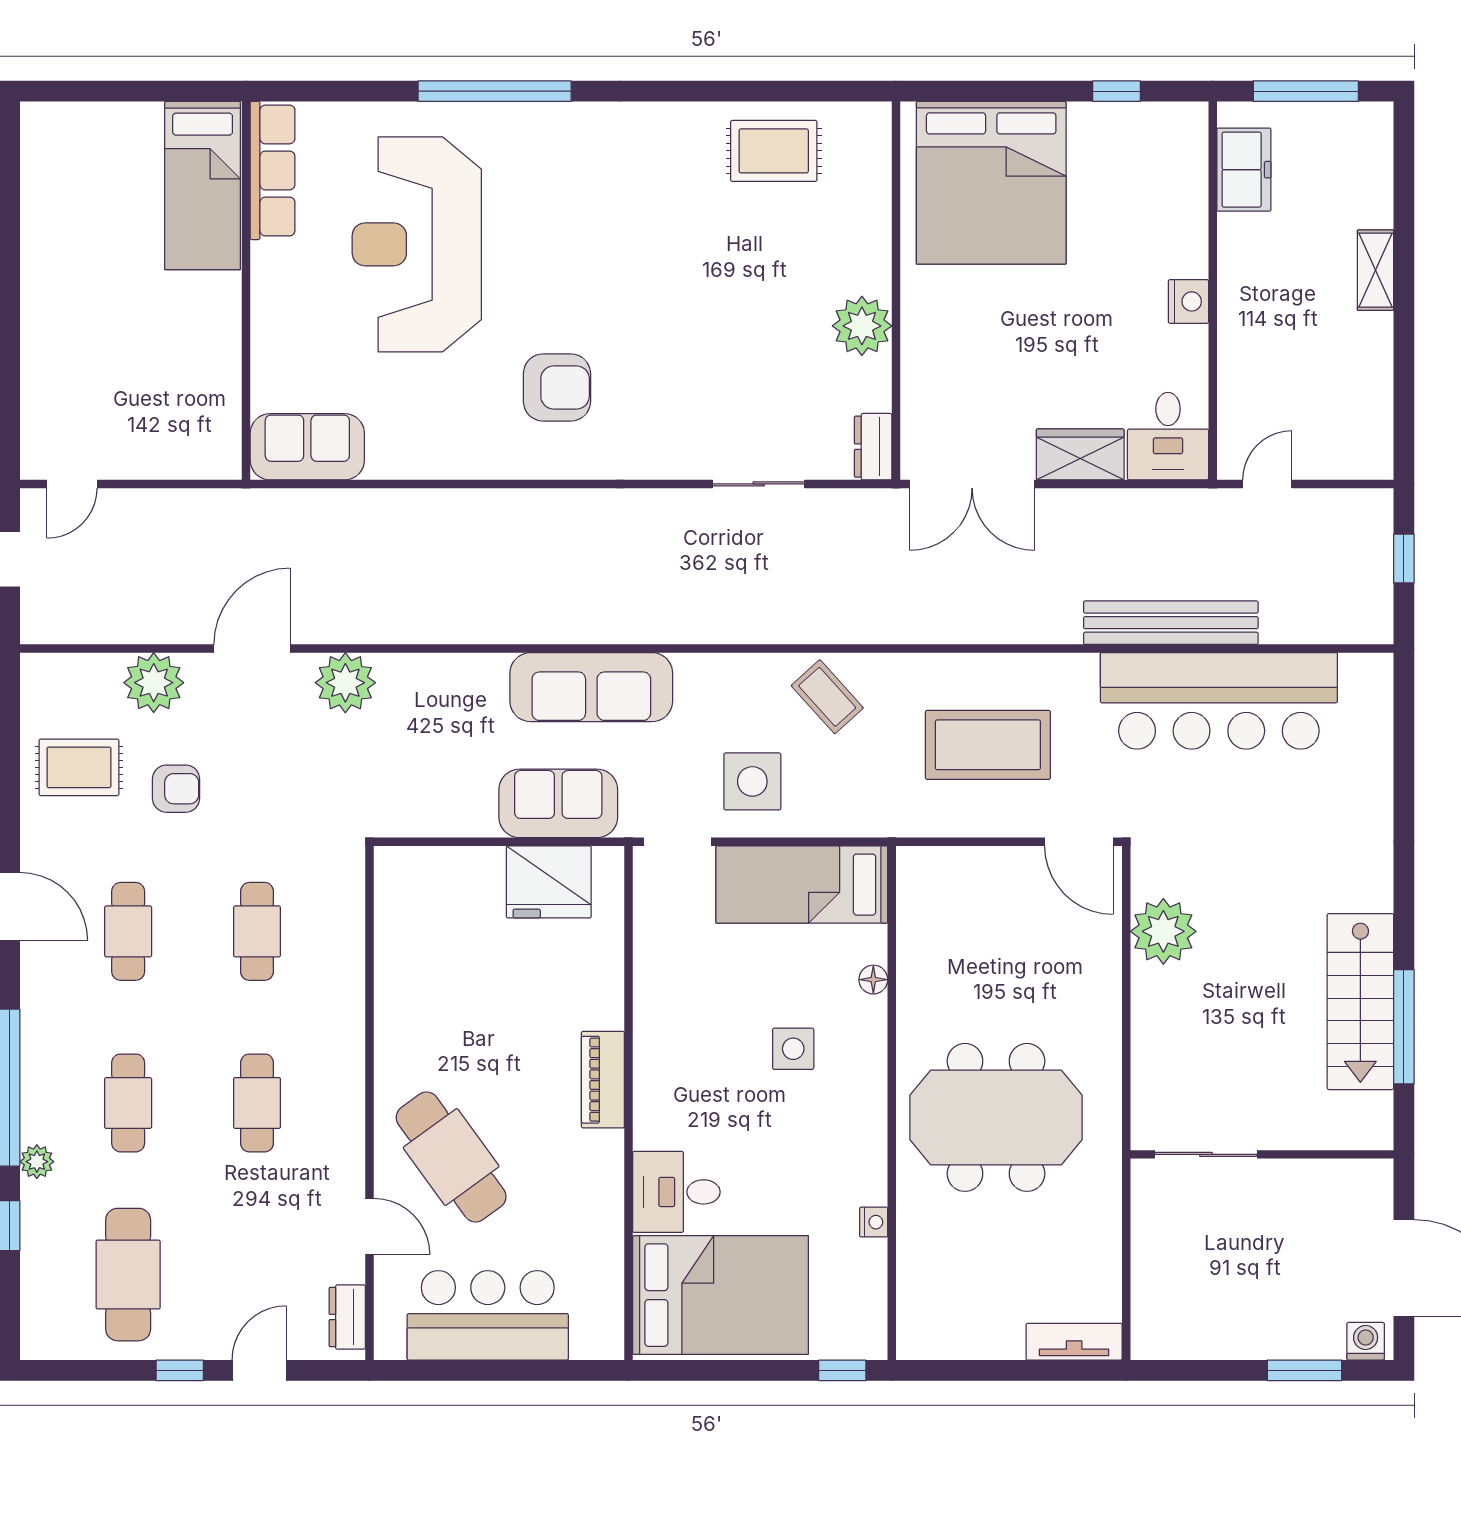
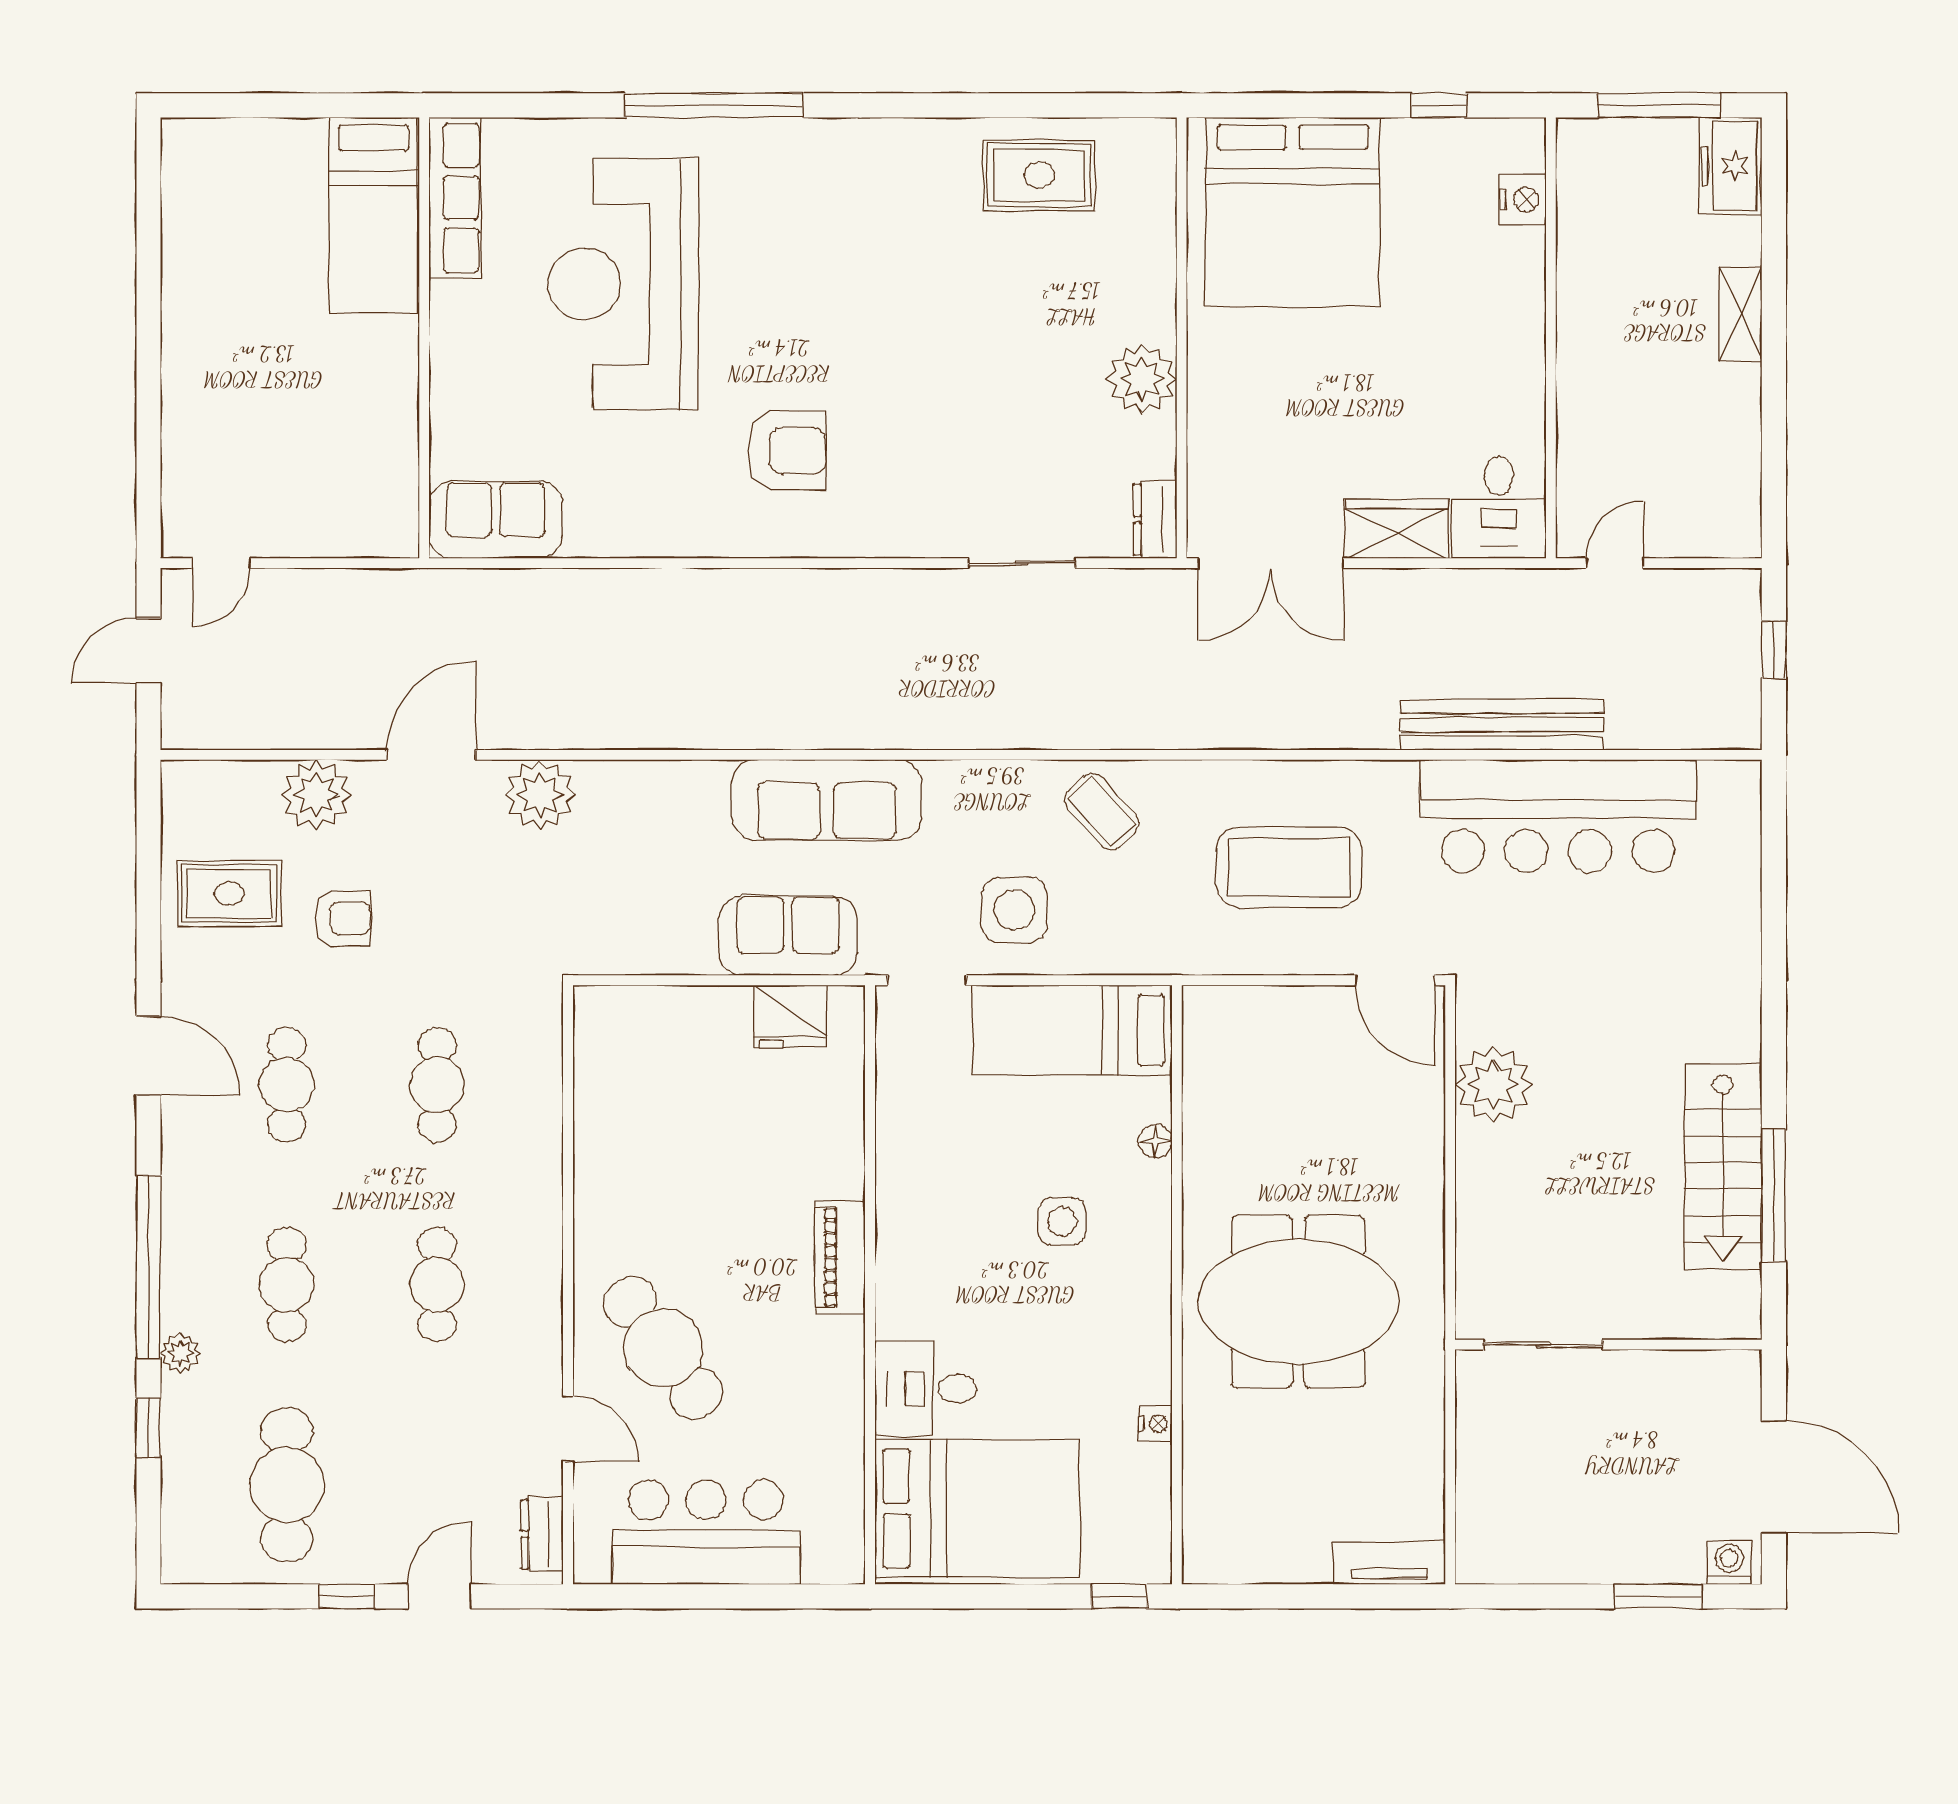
freezer: (1244, 170) -> (1730, 166), moved, turned 180
nightstand: (1188, 301) -> (1523, 199), moved
fridge: (549, 882) -> (790, 1016), width x0.73, depth x0.75

